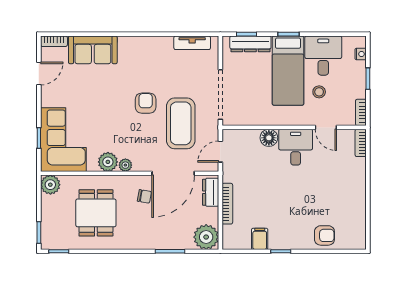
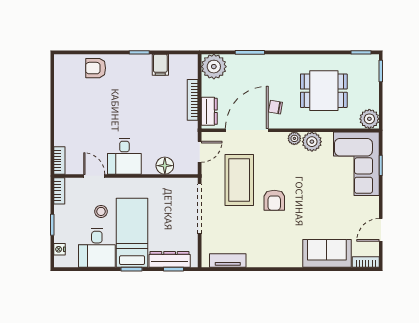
floor lamp: (269, 138) -> (165, 166), moved
dining table: (96, 213) -> (324, 91), turned 90

